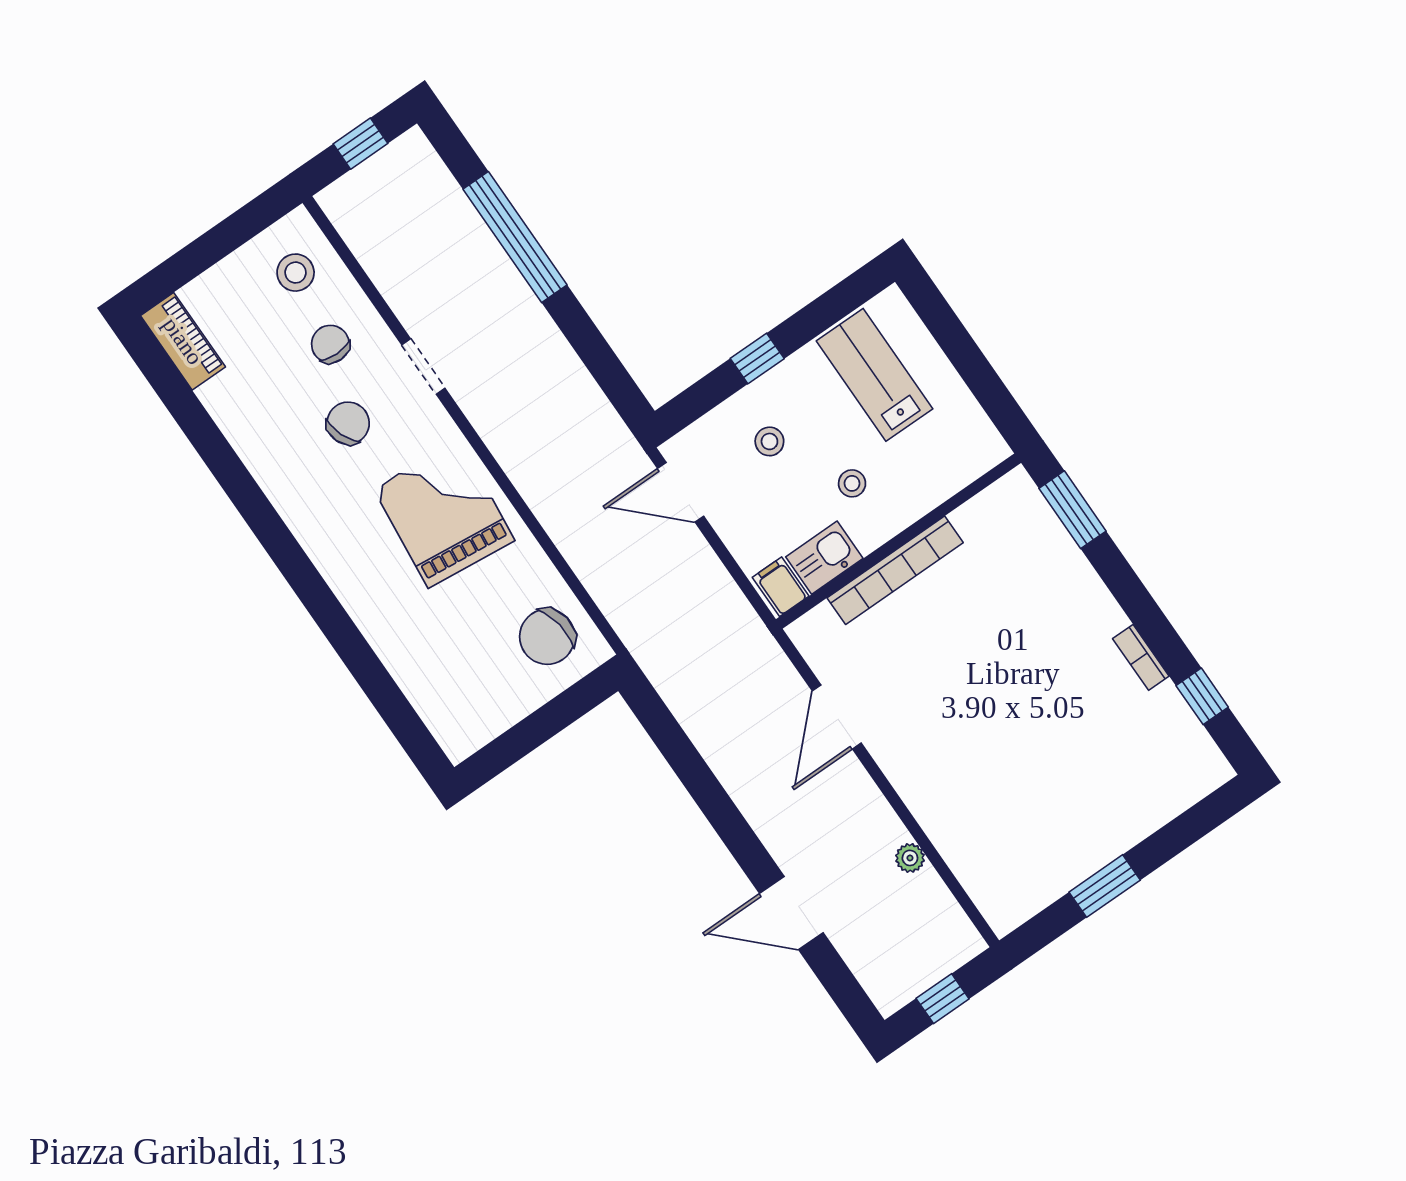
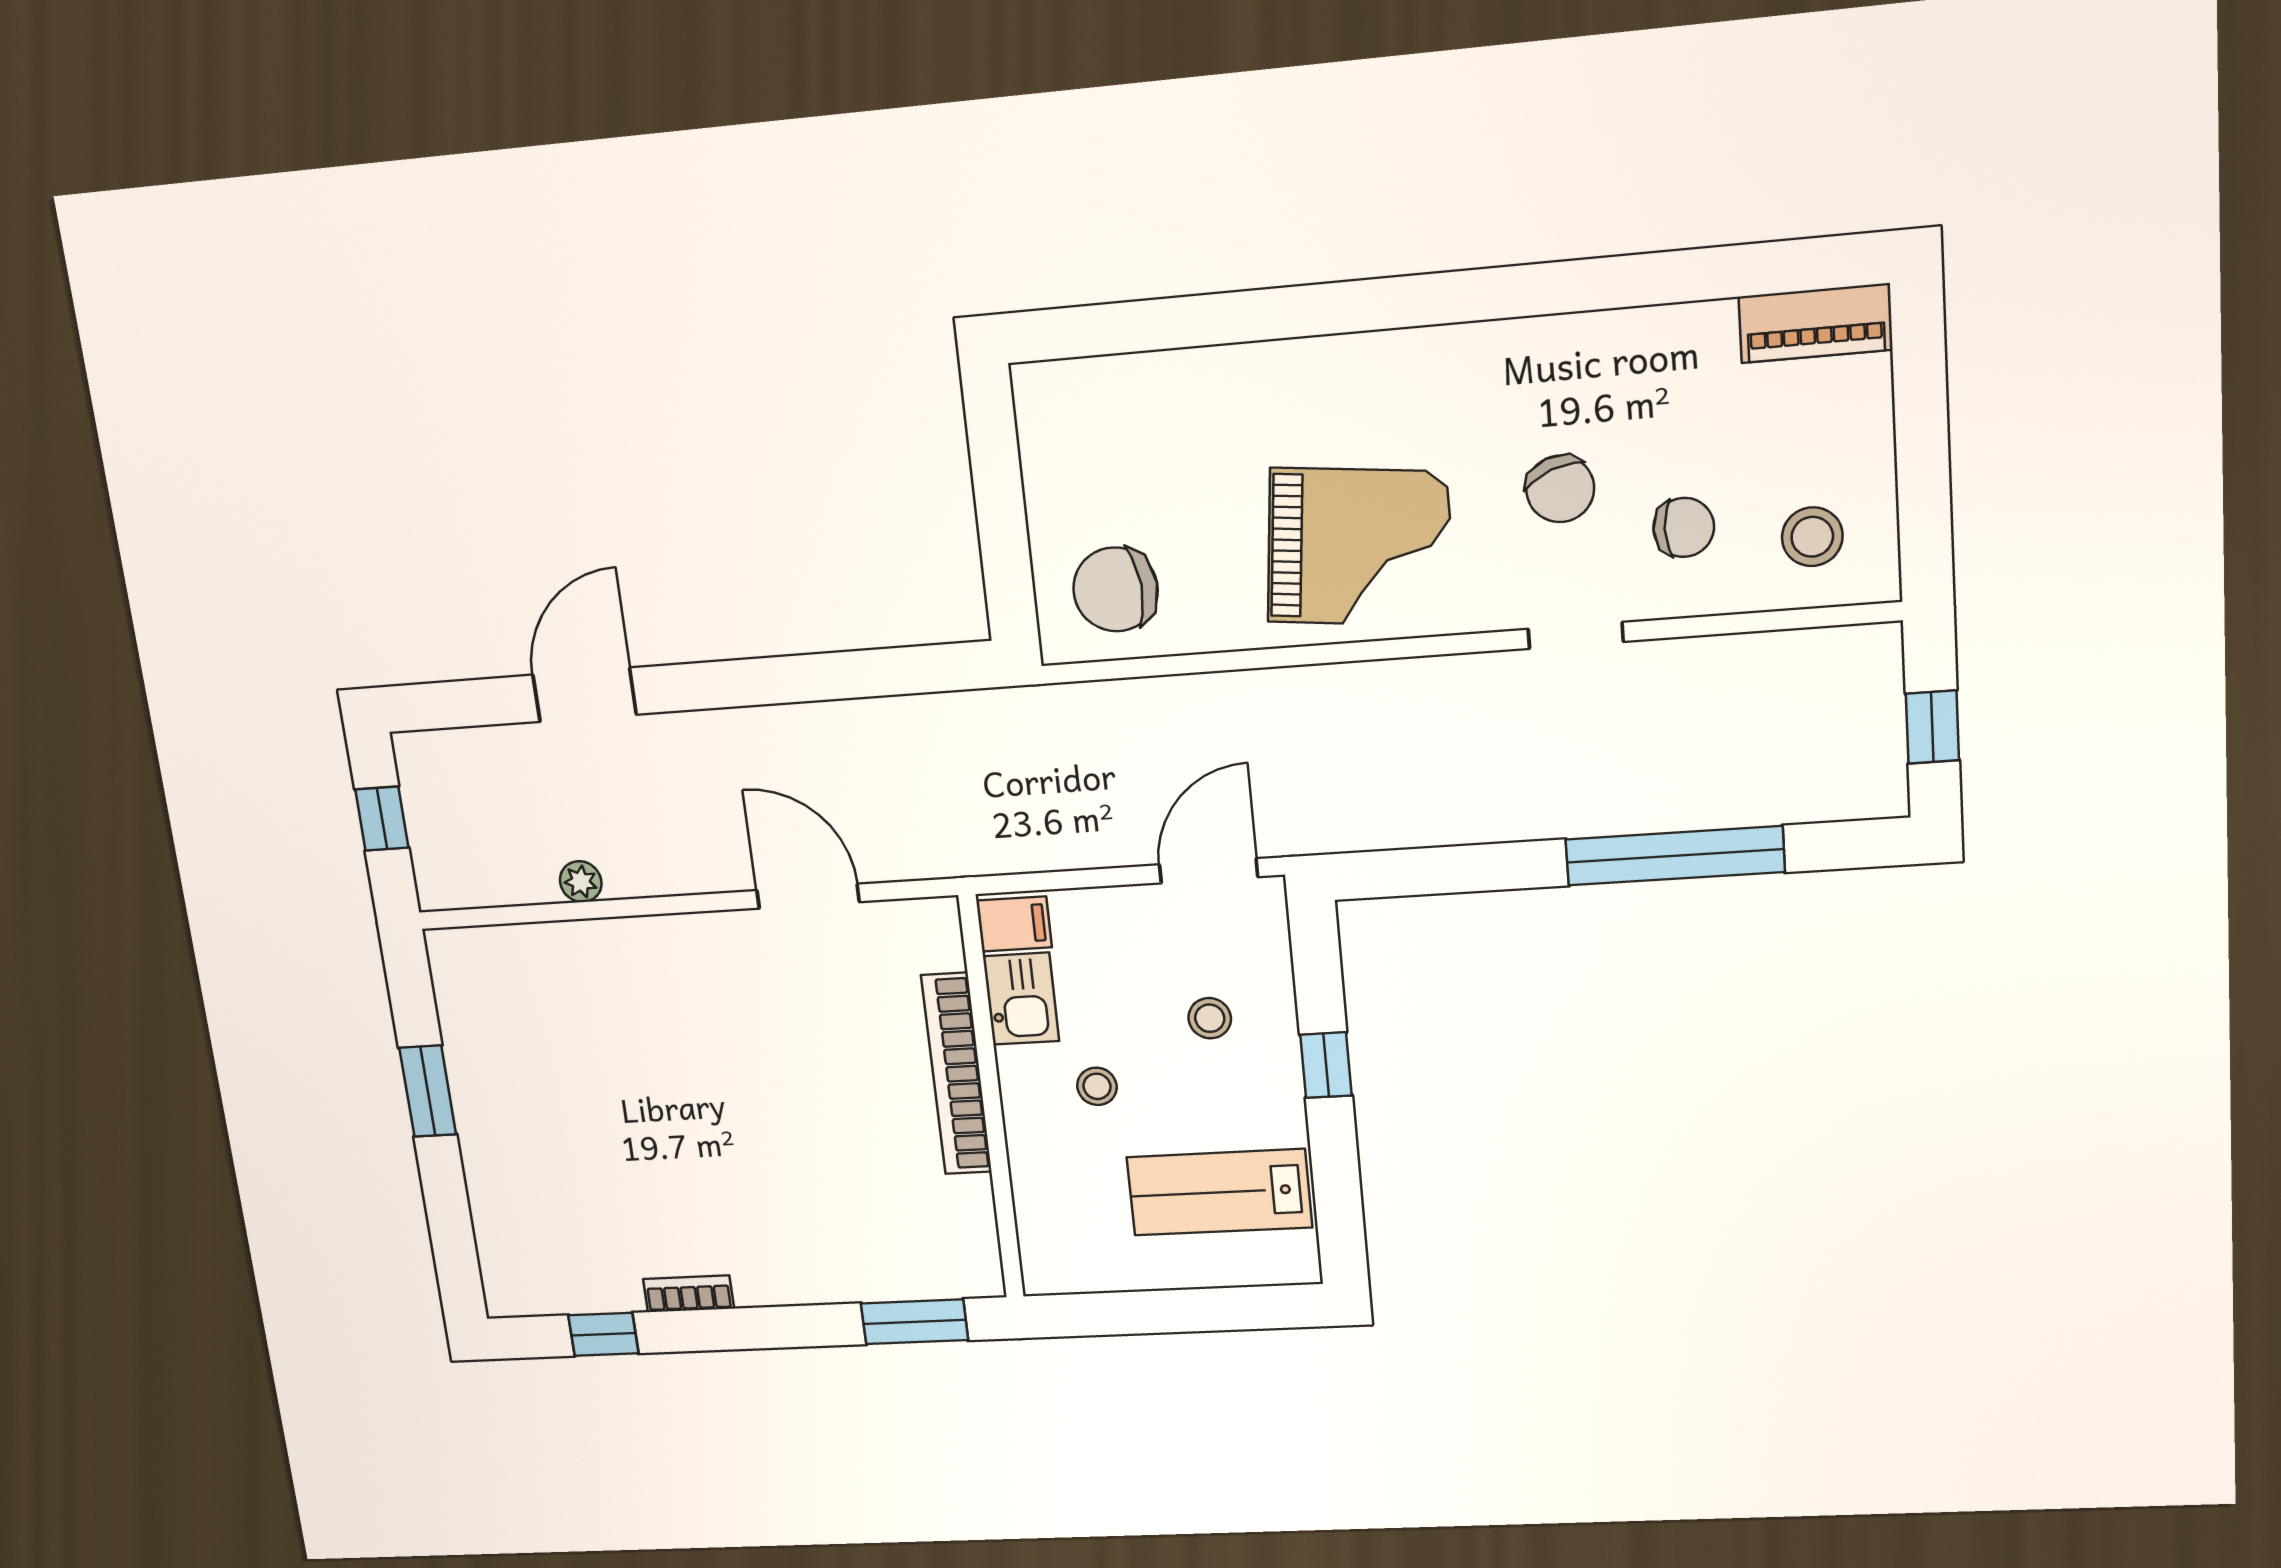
lab bench: (875, 375) -> (1219, 1192), turned 180
chair: (547, 637) -> (1115, 589), turned -86

